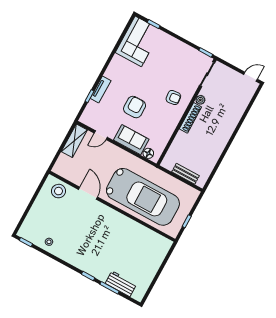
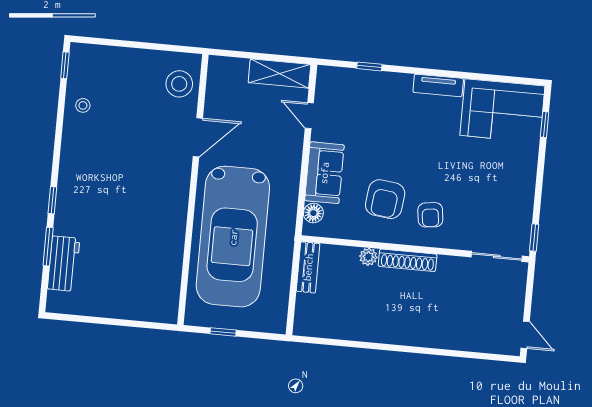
tv unit: (101, 90) -> (438, 85), moved
plant: (200, 100) -> (368, 257), moved
armchair: (135, 107) -> (385, 199), moved, turned 97
bench: (186, 174) -> (308, 267), moved

